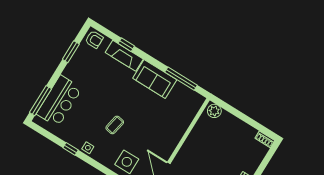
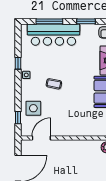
window: (40, 101) -> (49, 21), moved
bar counter: (59, 101) -> (53, 35), width x1.36

